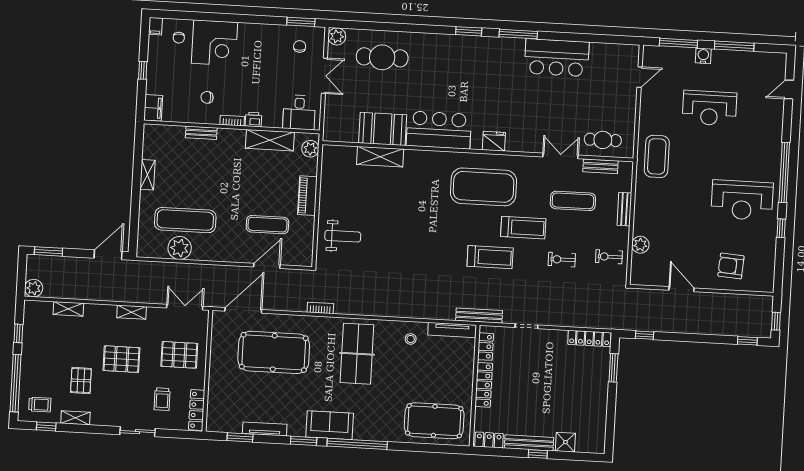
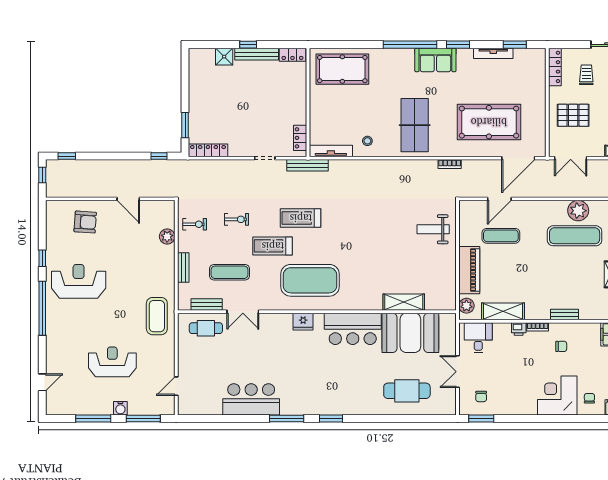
plant: (337, 36) -> (448, 407), removed
booth: (383, 129) -> (410, 333), width x1.36, depth x1.42
piano: (307, 196) -> (469, 270), width x1.37, depth x1.33
locker: (484, 385) -> (300, 104), removed

